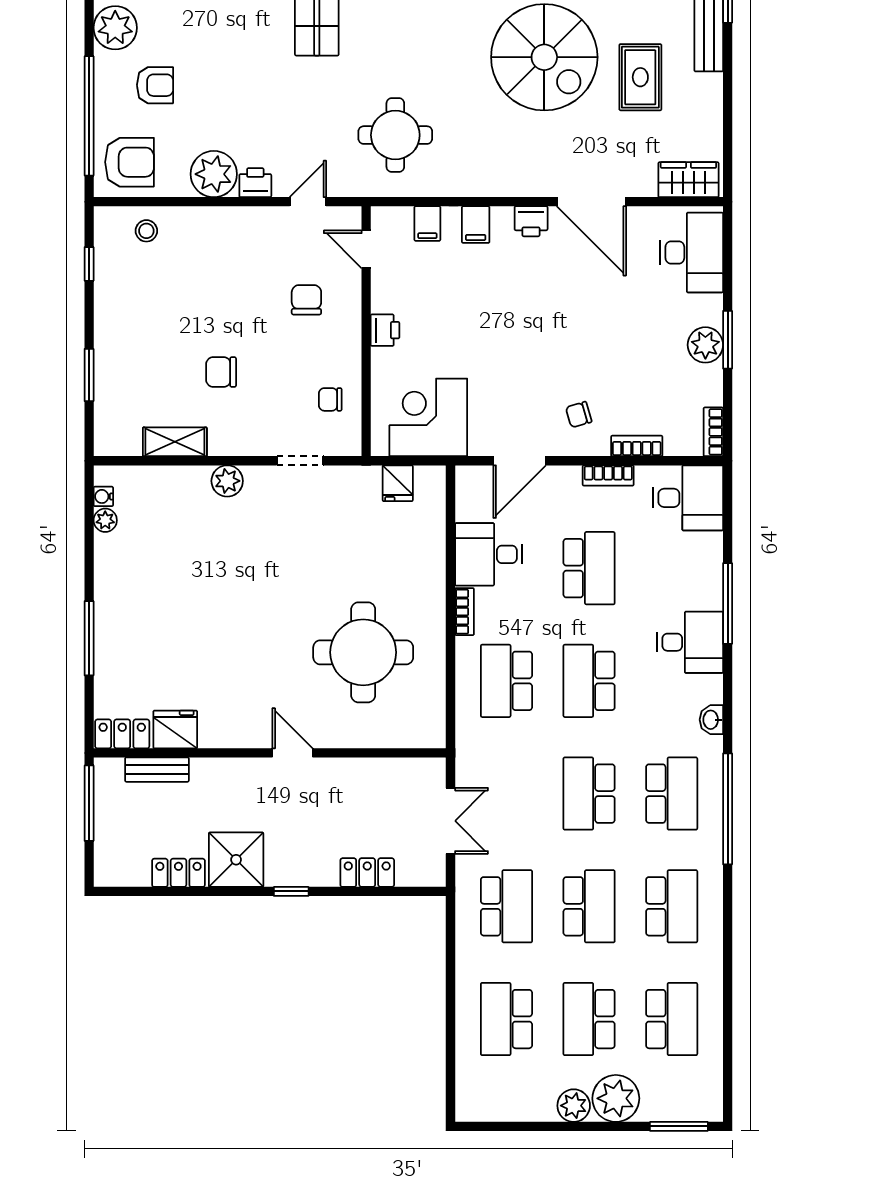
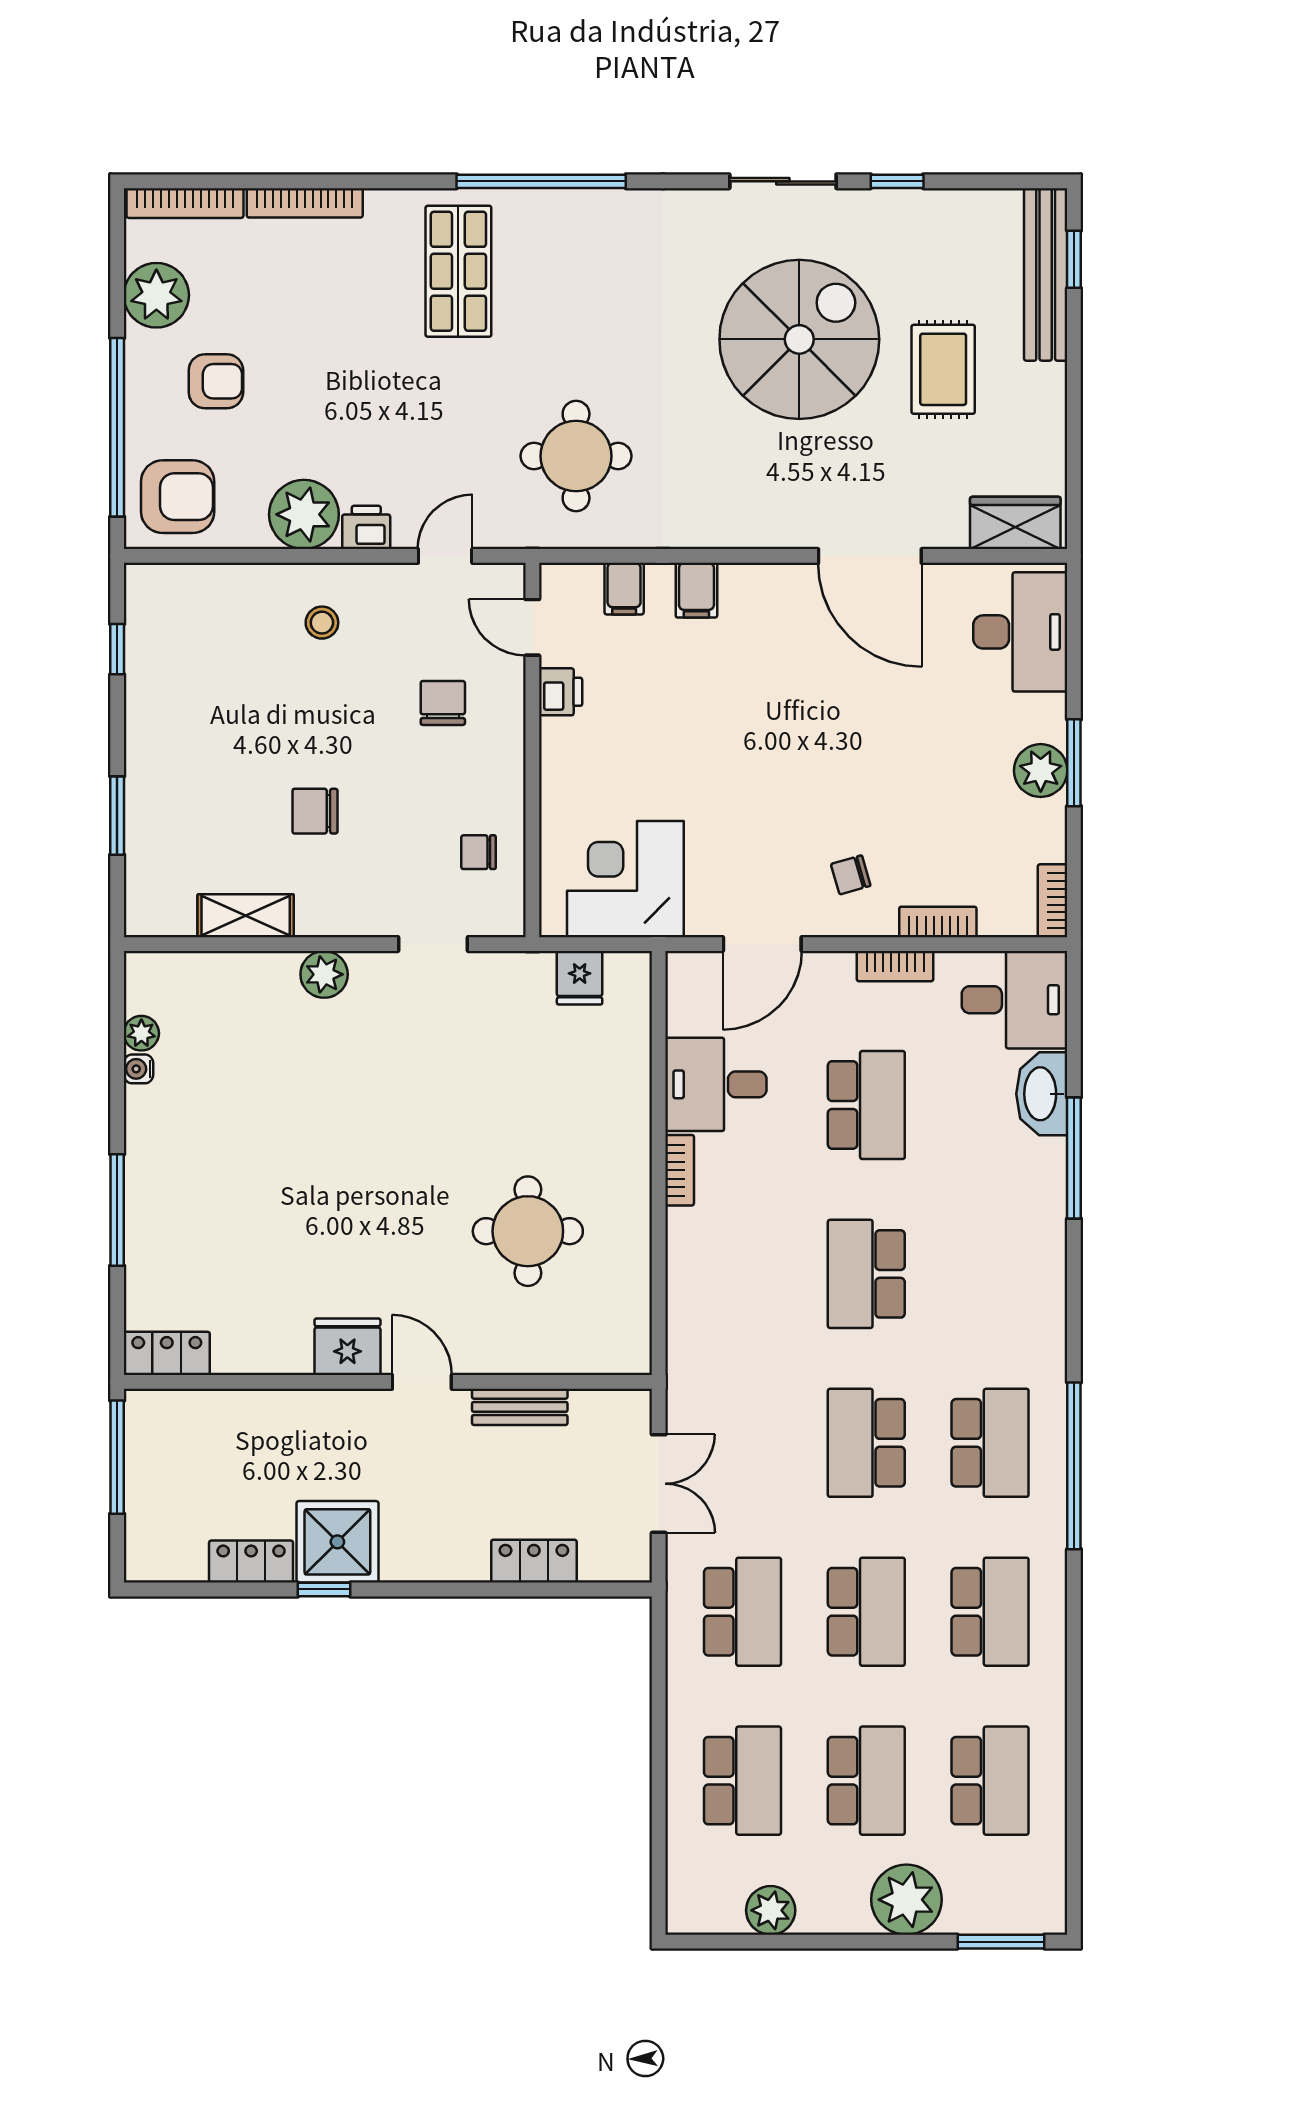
spiral stairs: (544, 57) -> (799, 339), turned -90
printer: (531, 221) -> (779, 585), removed
stool: (146, 231) -> (322, 623), moved
printer: (385, 330) -> (561, 692), moved
water cooler: (103, 496) -> (138, 1069), moved
desk: (690, 642) -> (1018, 1216), removed
round table: (363, 652) -> (528, 1231), width x0.73, depth x0.73
school desk: (506, 681) -> (743, 1274), removed
washbasin: (711, 720) -> (1042, 1094), moved, width x1.91, depth x1.45
fridge: (175, 729) -> (347, 1347), moved
bench: (157, 770) -> (520, 1407), moved
window: (291, 891) -> (324, 1589), moved
school desk: (506, 1019) -> (743, 1781), turned 180
school desk: (589, 1019) -> (866, 1781), turned 180
plant: (574, 1106) -> (771, 1910), moved

